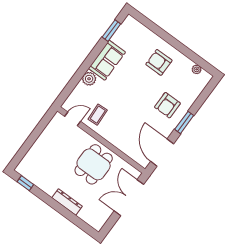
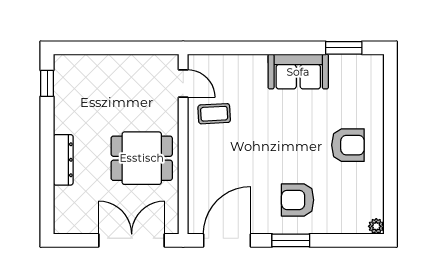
armchair: (159, 62) -> (348, 145), turned 90
plant: (197, 69) -> (376, 226), moved
plant: (89, 79) -> (255, 66), removed

